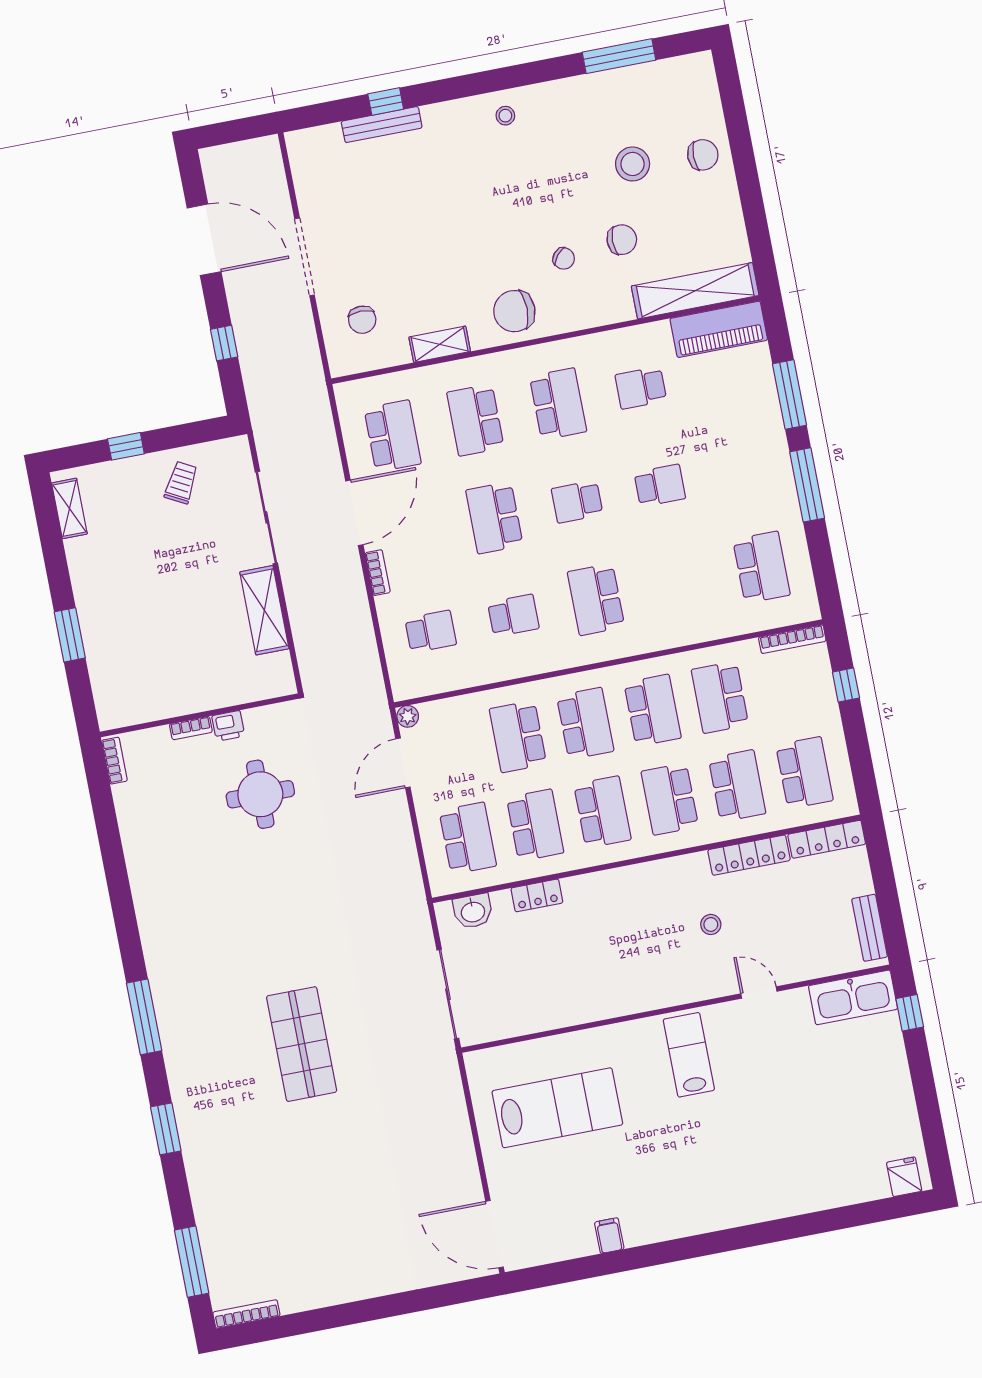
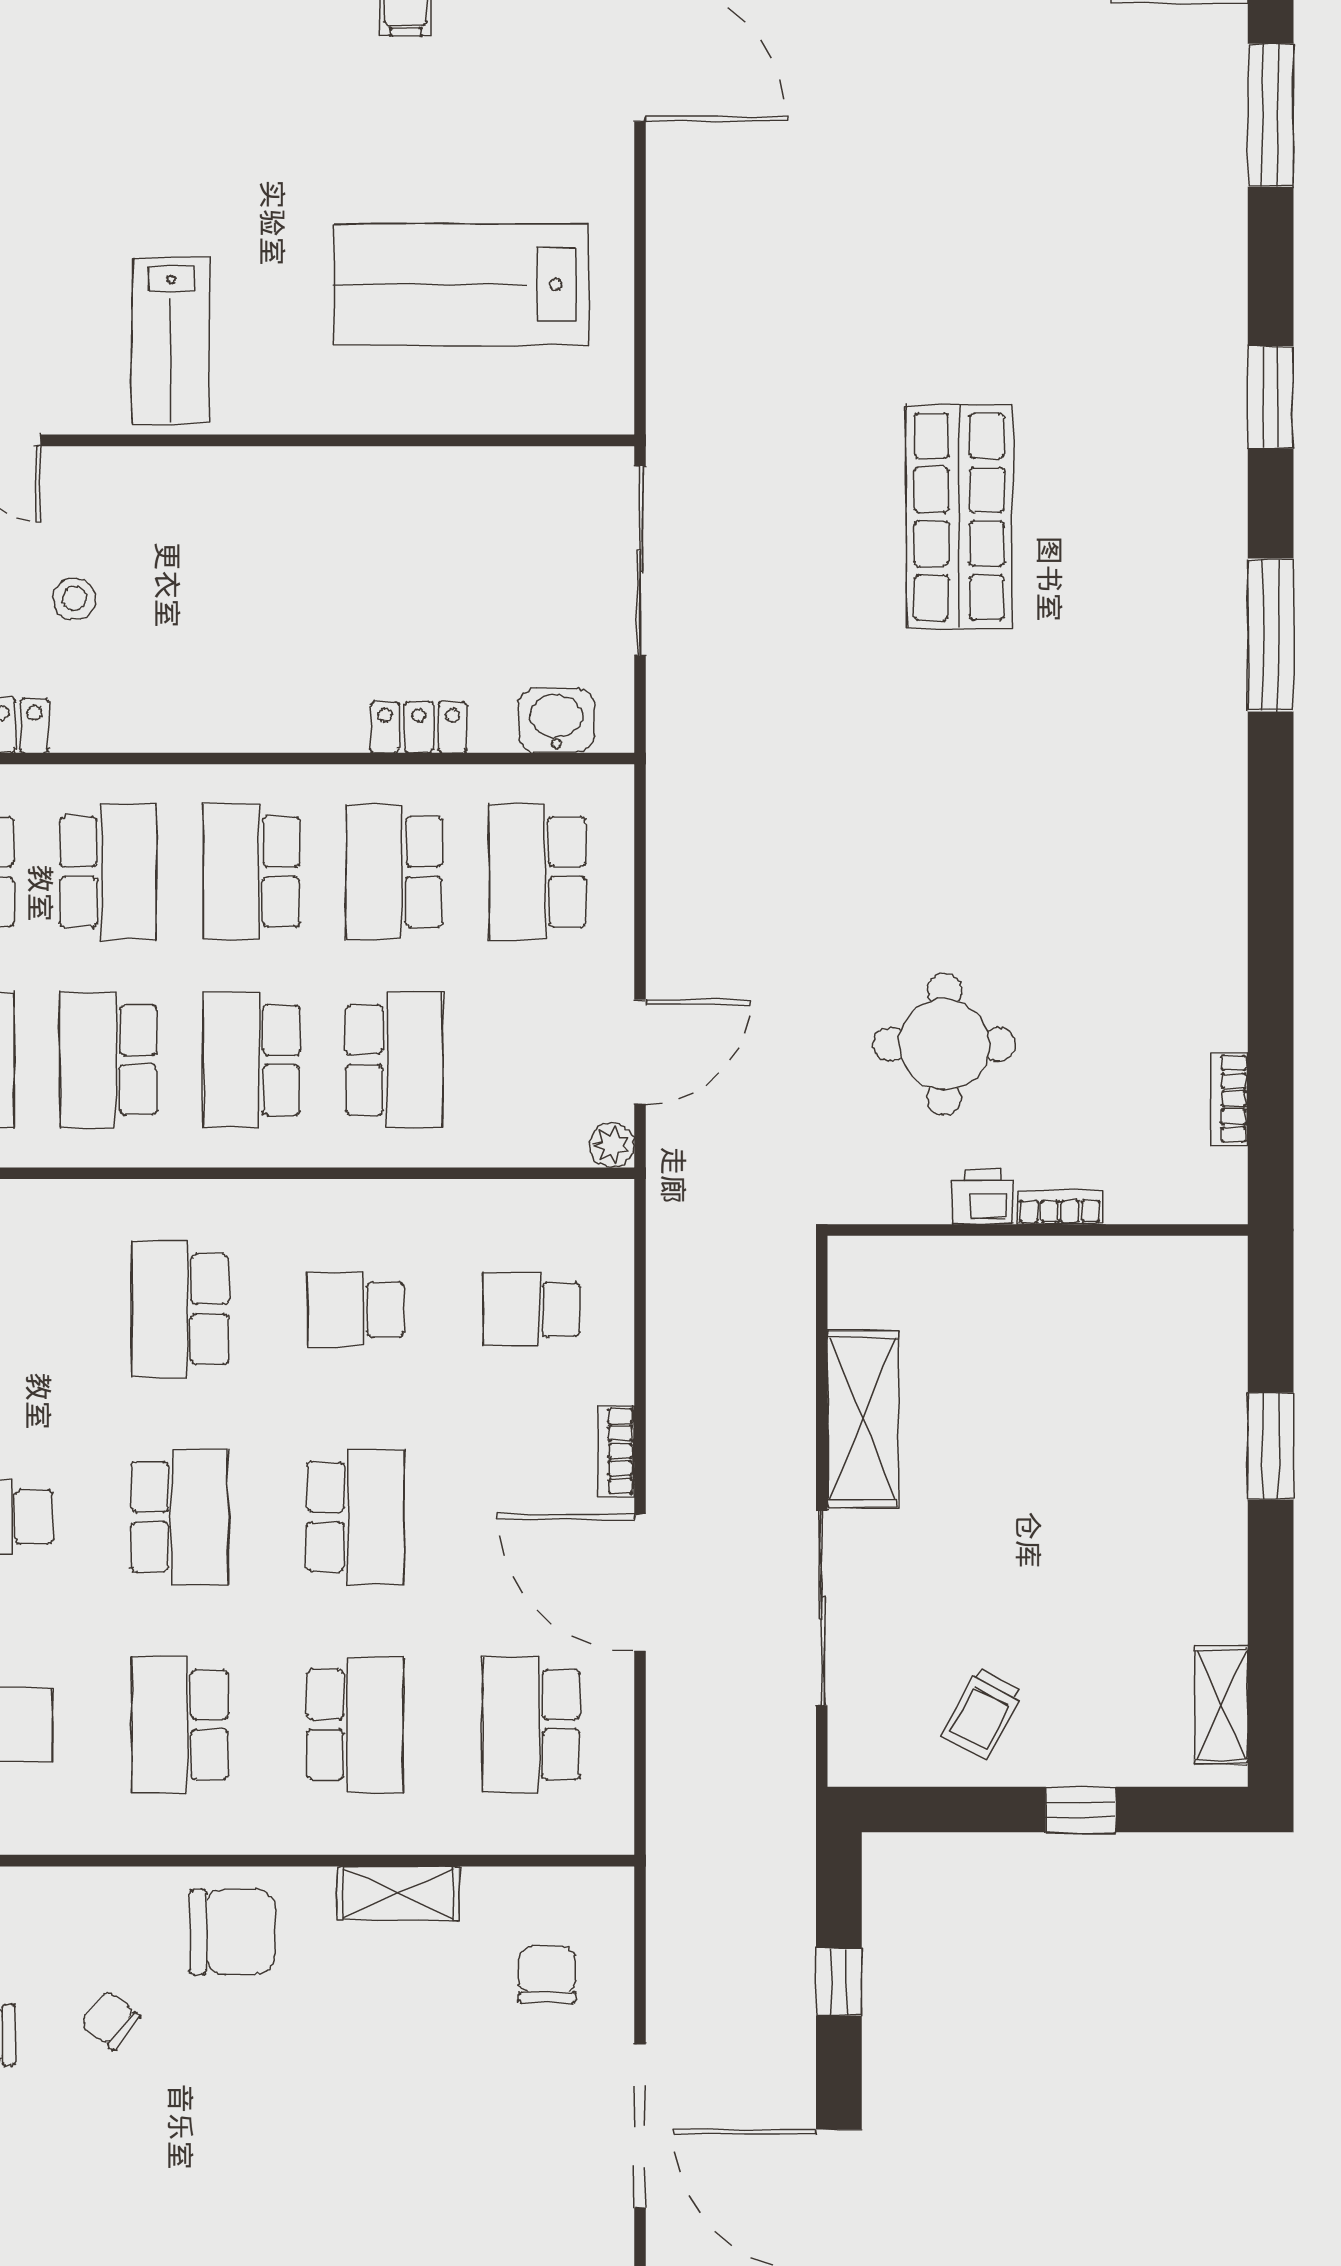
school desk: (577, 502) -> (180, 1517), width x1.85
door: (354, 513) -> (640, 1583), hinge flipped
school desk: (596, 599) -> (180, 1309), turned 180
bookcase: (115, 761) -> (1229, 1099), moved

